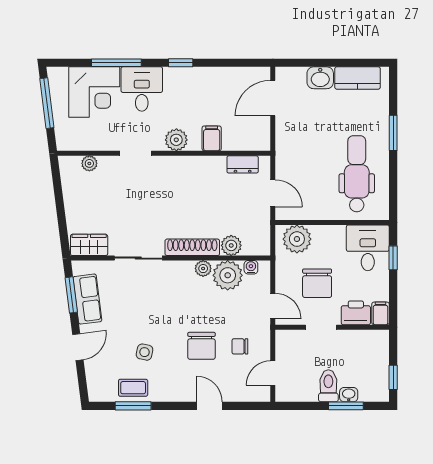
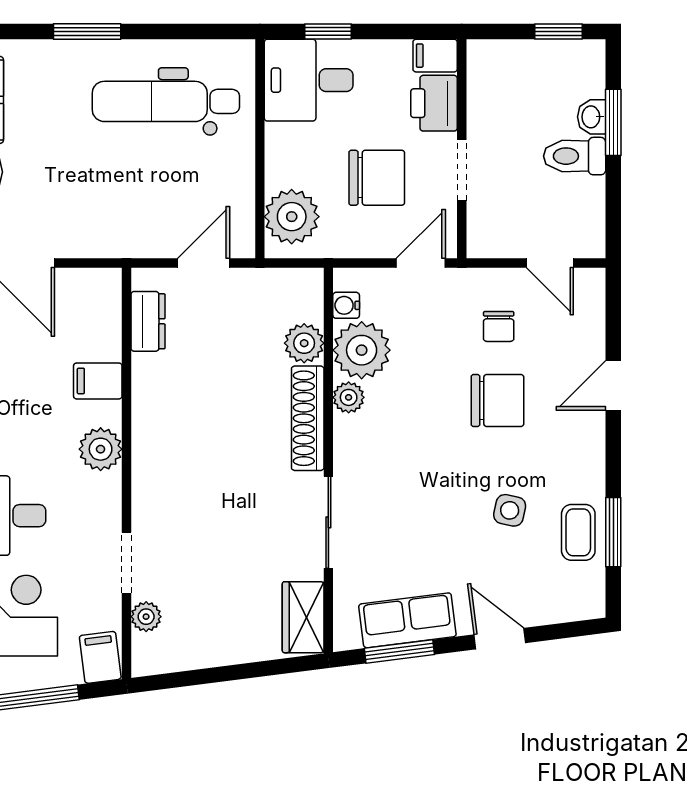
filing cabinet: (68, 140) -> (100, 657), added
doorway: (136, 153) -> (127, 563), moved

